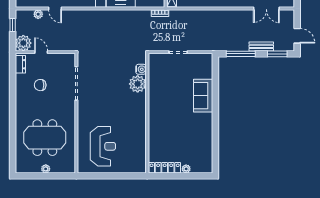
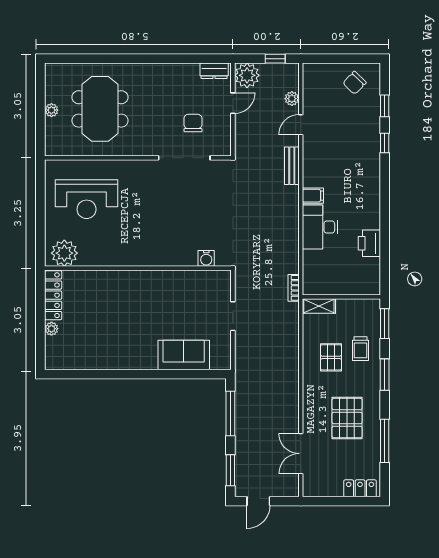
bench: (261, 46) -> (292, 166), moved
plant: (138, 84) -> (64, 253), moved
chair: (40, 85) -> (193, 123), moved
sofa: (203, 96) -> (184, 355), moved

